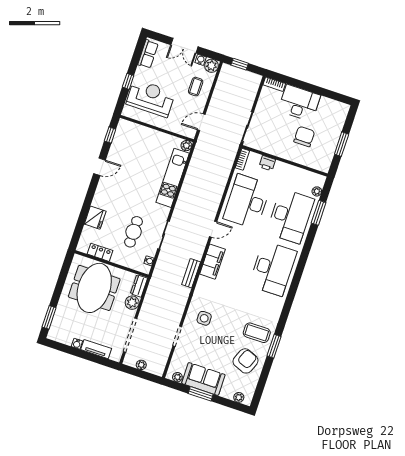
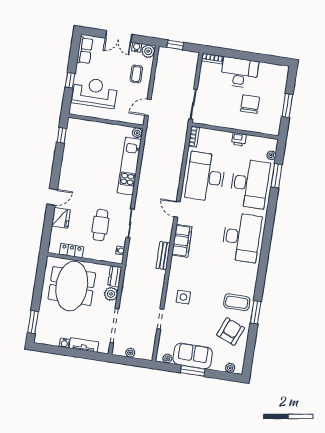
printer: (267, 163) -> (239, 139), moved
door: (99, 167) -> (52, 197), moved
door: (213, 229) -> (177, 209), swing flipped

